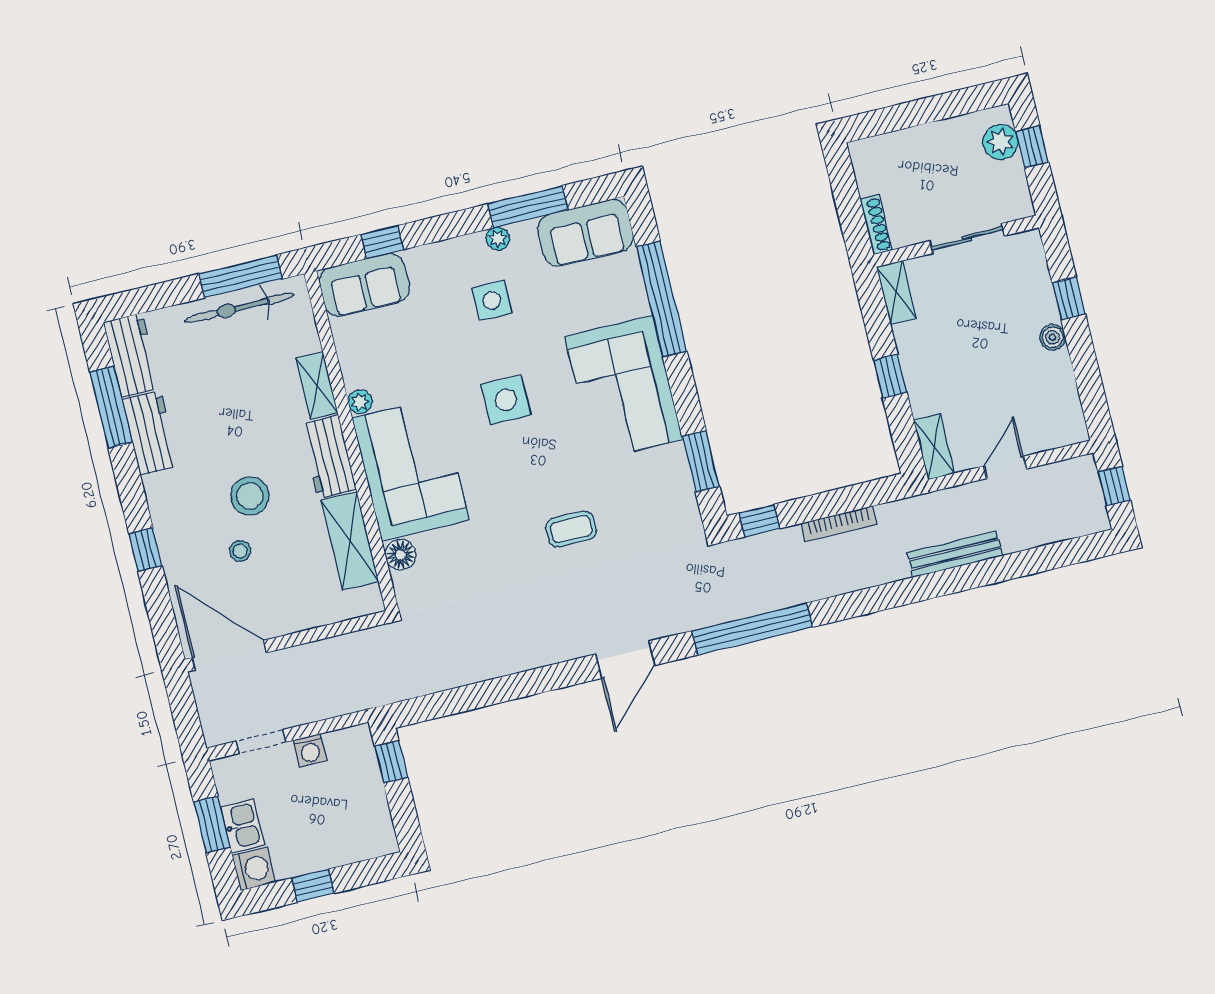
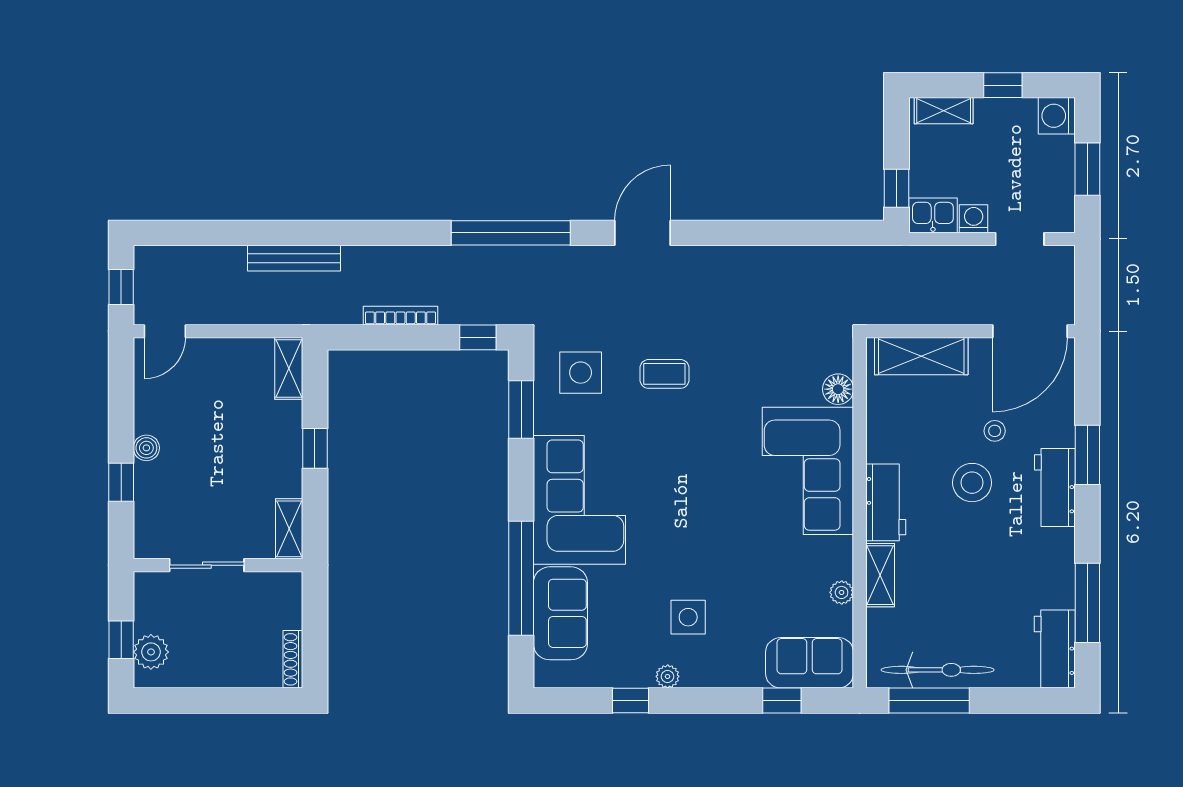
window: (528, 207) -> (631, 701), width x0.46
shoe rack: (876, 225) -> (293, 659), moved
sofa: (586, 233) -> (560, 613), moved, turned 90
side table: (506, 400) -> (581, 373), moved
plant: (360, 402) -> (842, 592), moved
workbench: (150, 433) -> (1055, 487), moved
door: (1005, 467) -> (165, 331), moved
shelving: (350, 541) -> (921, 356), moved, turned 90
window: (145, 550) -> (1087, 455), width x1.50
door: (229, 655) -> (1030, 331), hinge flipped
kitchen sink: (243, 826) -> (933, 215), moved, turned 90
shelving: (364, 847) -> (944, 111), added

